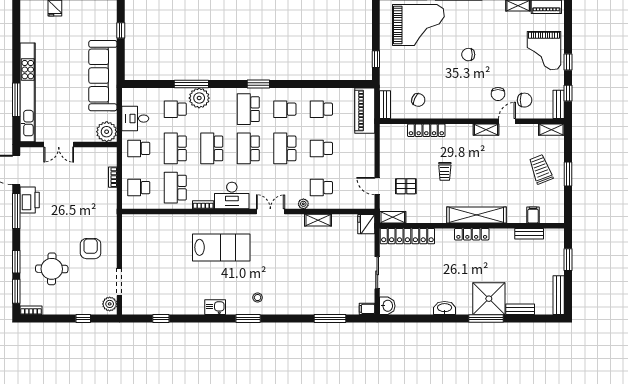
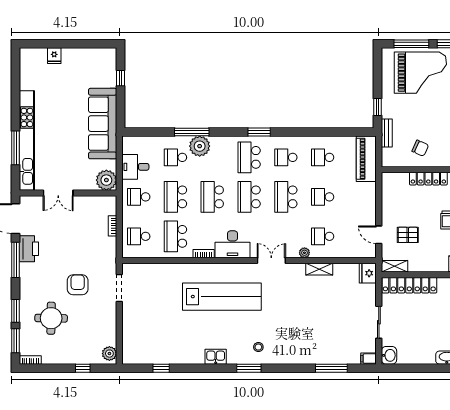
bench: (385, 105) -> (387, 133), moved
lab bench: (221, 247) -> (222, 297), width x1.36
armchair: (91, 249) -> (78, 285), moved
doorway: (119, 282) -> (119, 288), moved

